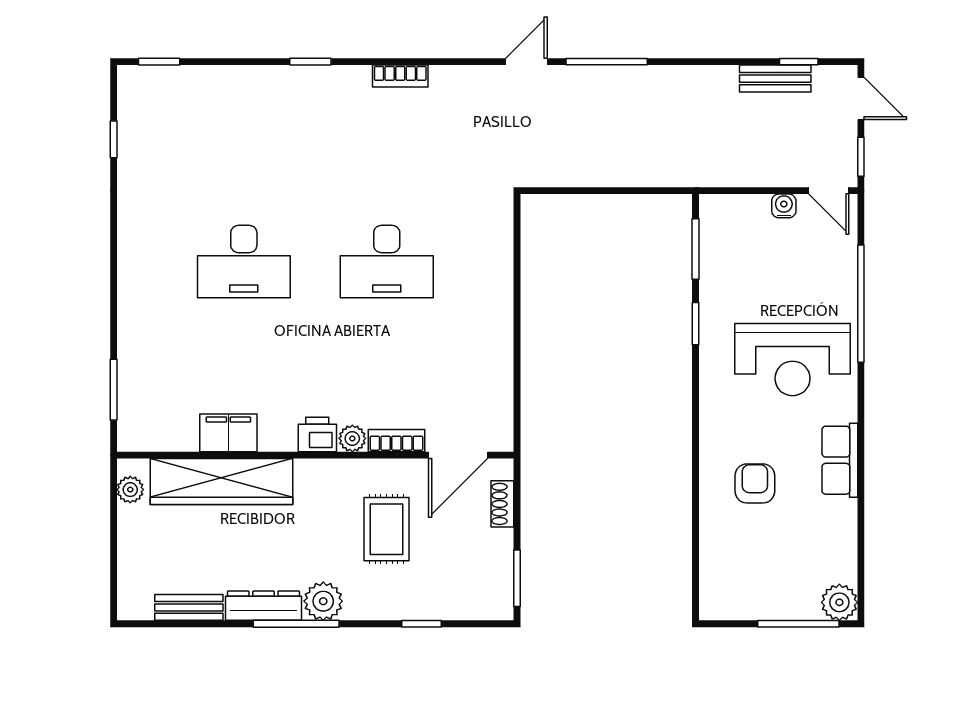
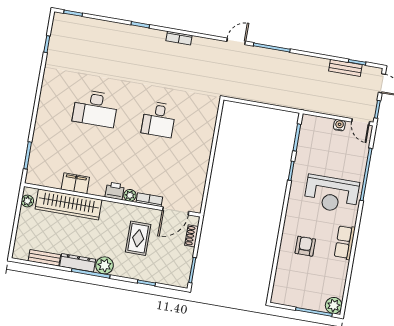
desk: (387, 262) -> (159, 119), width x0.73

